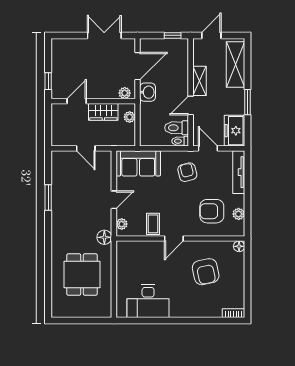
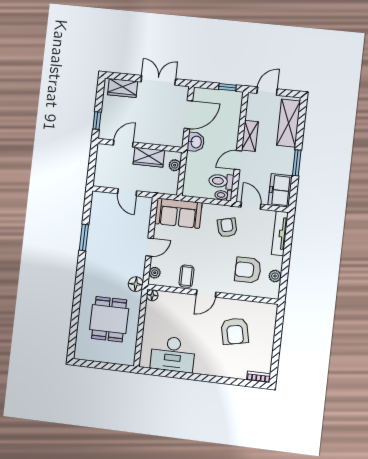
wardrobe: (70, 47) -> (123, 88), added
plant: (125, 93) -> (172, 140), removed
floor lamp: (239, 246) -> (152, 295), moved

